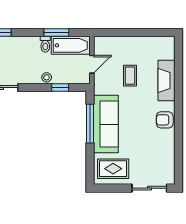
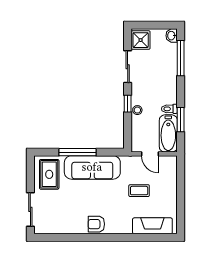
fireplace: (166, 80) -> (152, 226), moved
window: (60, 87) -> (128, 104), moved
armchair: (165, 120) -> (96, 224), turned -90
window: (90, 124) -> (78, 152), moved

